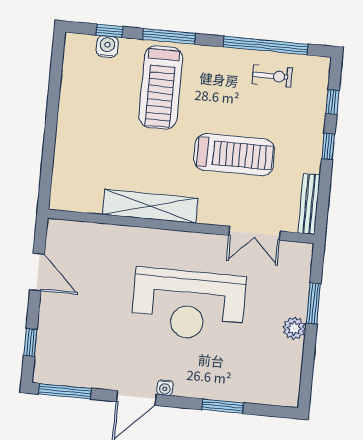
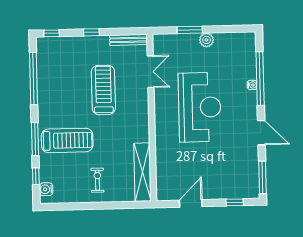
water cooler: (107, 46) -> (46, 189), moved
exercise bike: (272, 76) -> (97, 180), moved
window: (332, 102) -> (52, 33), moved
shelving: (150, 206) -> (142, 172), moved
water cooler: (165, 388) -> (252, 85), moved
window: (223, 406) -> (260, 79), width x2.11

